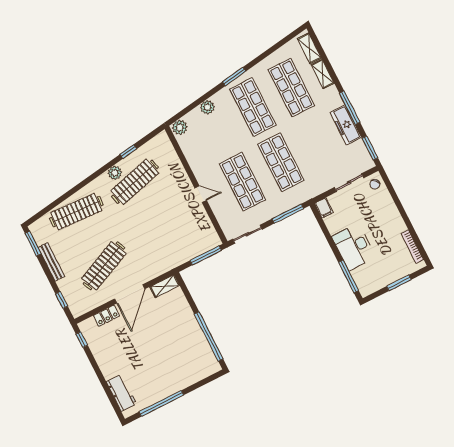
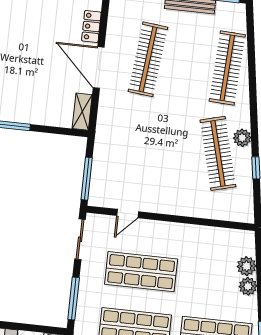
plant: (180, 127) -> (247, 266), moved
door: (201, 194) -> (128, 214), moved
clothes rail: (104, 266) -> (148, 59), turned 30

